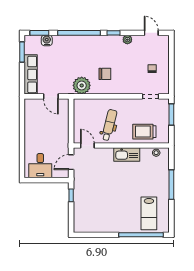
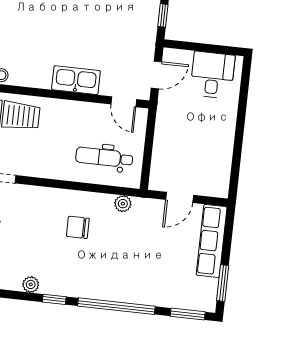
water cooler: (47, 40) -> (176, 299), removed
plant: (82, 85) -> (123, 204), width x0.53, depth x0.53
door: (51, 96) -> (180, 197), swing flipped
dental chair: (109, 125) -> (104, 157), moved, turned 76
kitchen sink: (127, 155) -> (76, 80), moved

